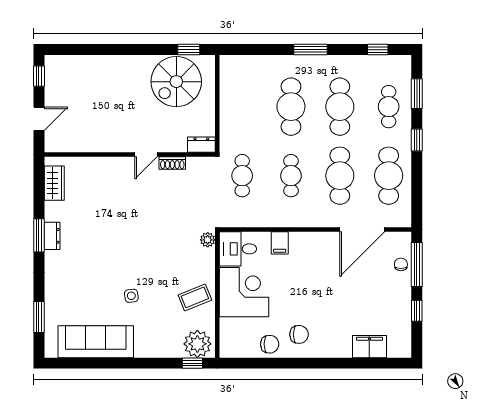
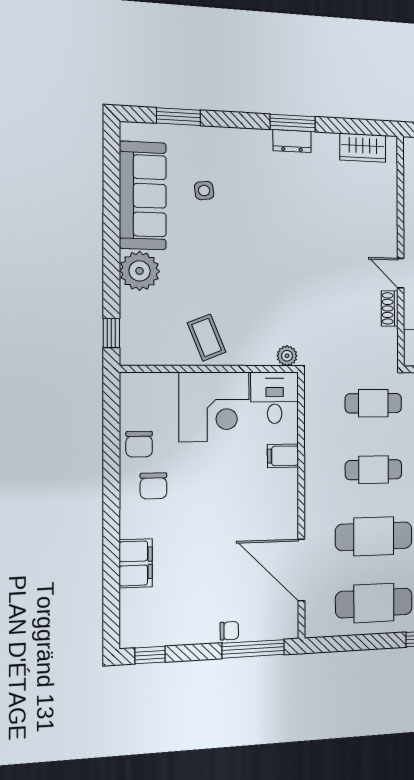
chair: (401, 264) -> (229, 631), moved
side table: (131, 296) -> (204, 191), moved
window: (417, 311) -> (150, 655), moved
plant: (197, 344) -> (140, 271), moved
filing cabinet: (369, 347) -> (136, 563), moved

